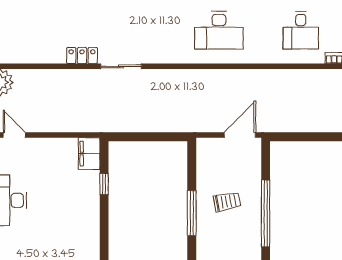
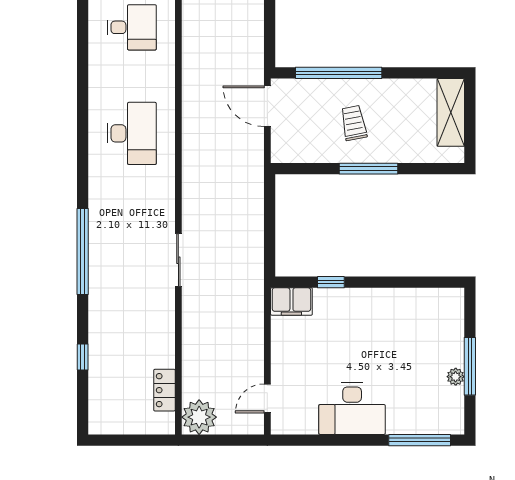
locker: (82, 56) -> (164, 390), moved
window: (266, 213) -> (339, 73), moved

